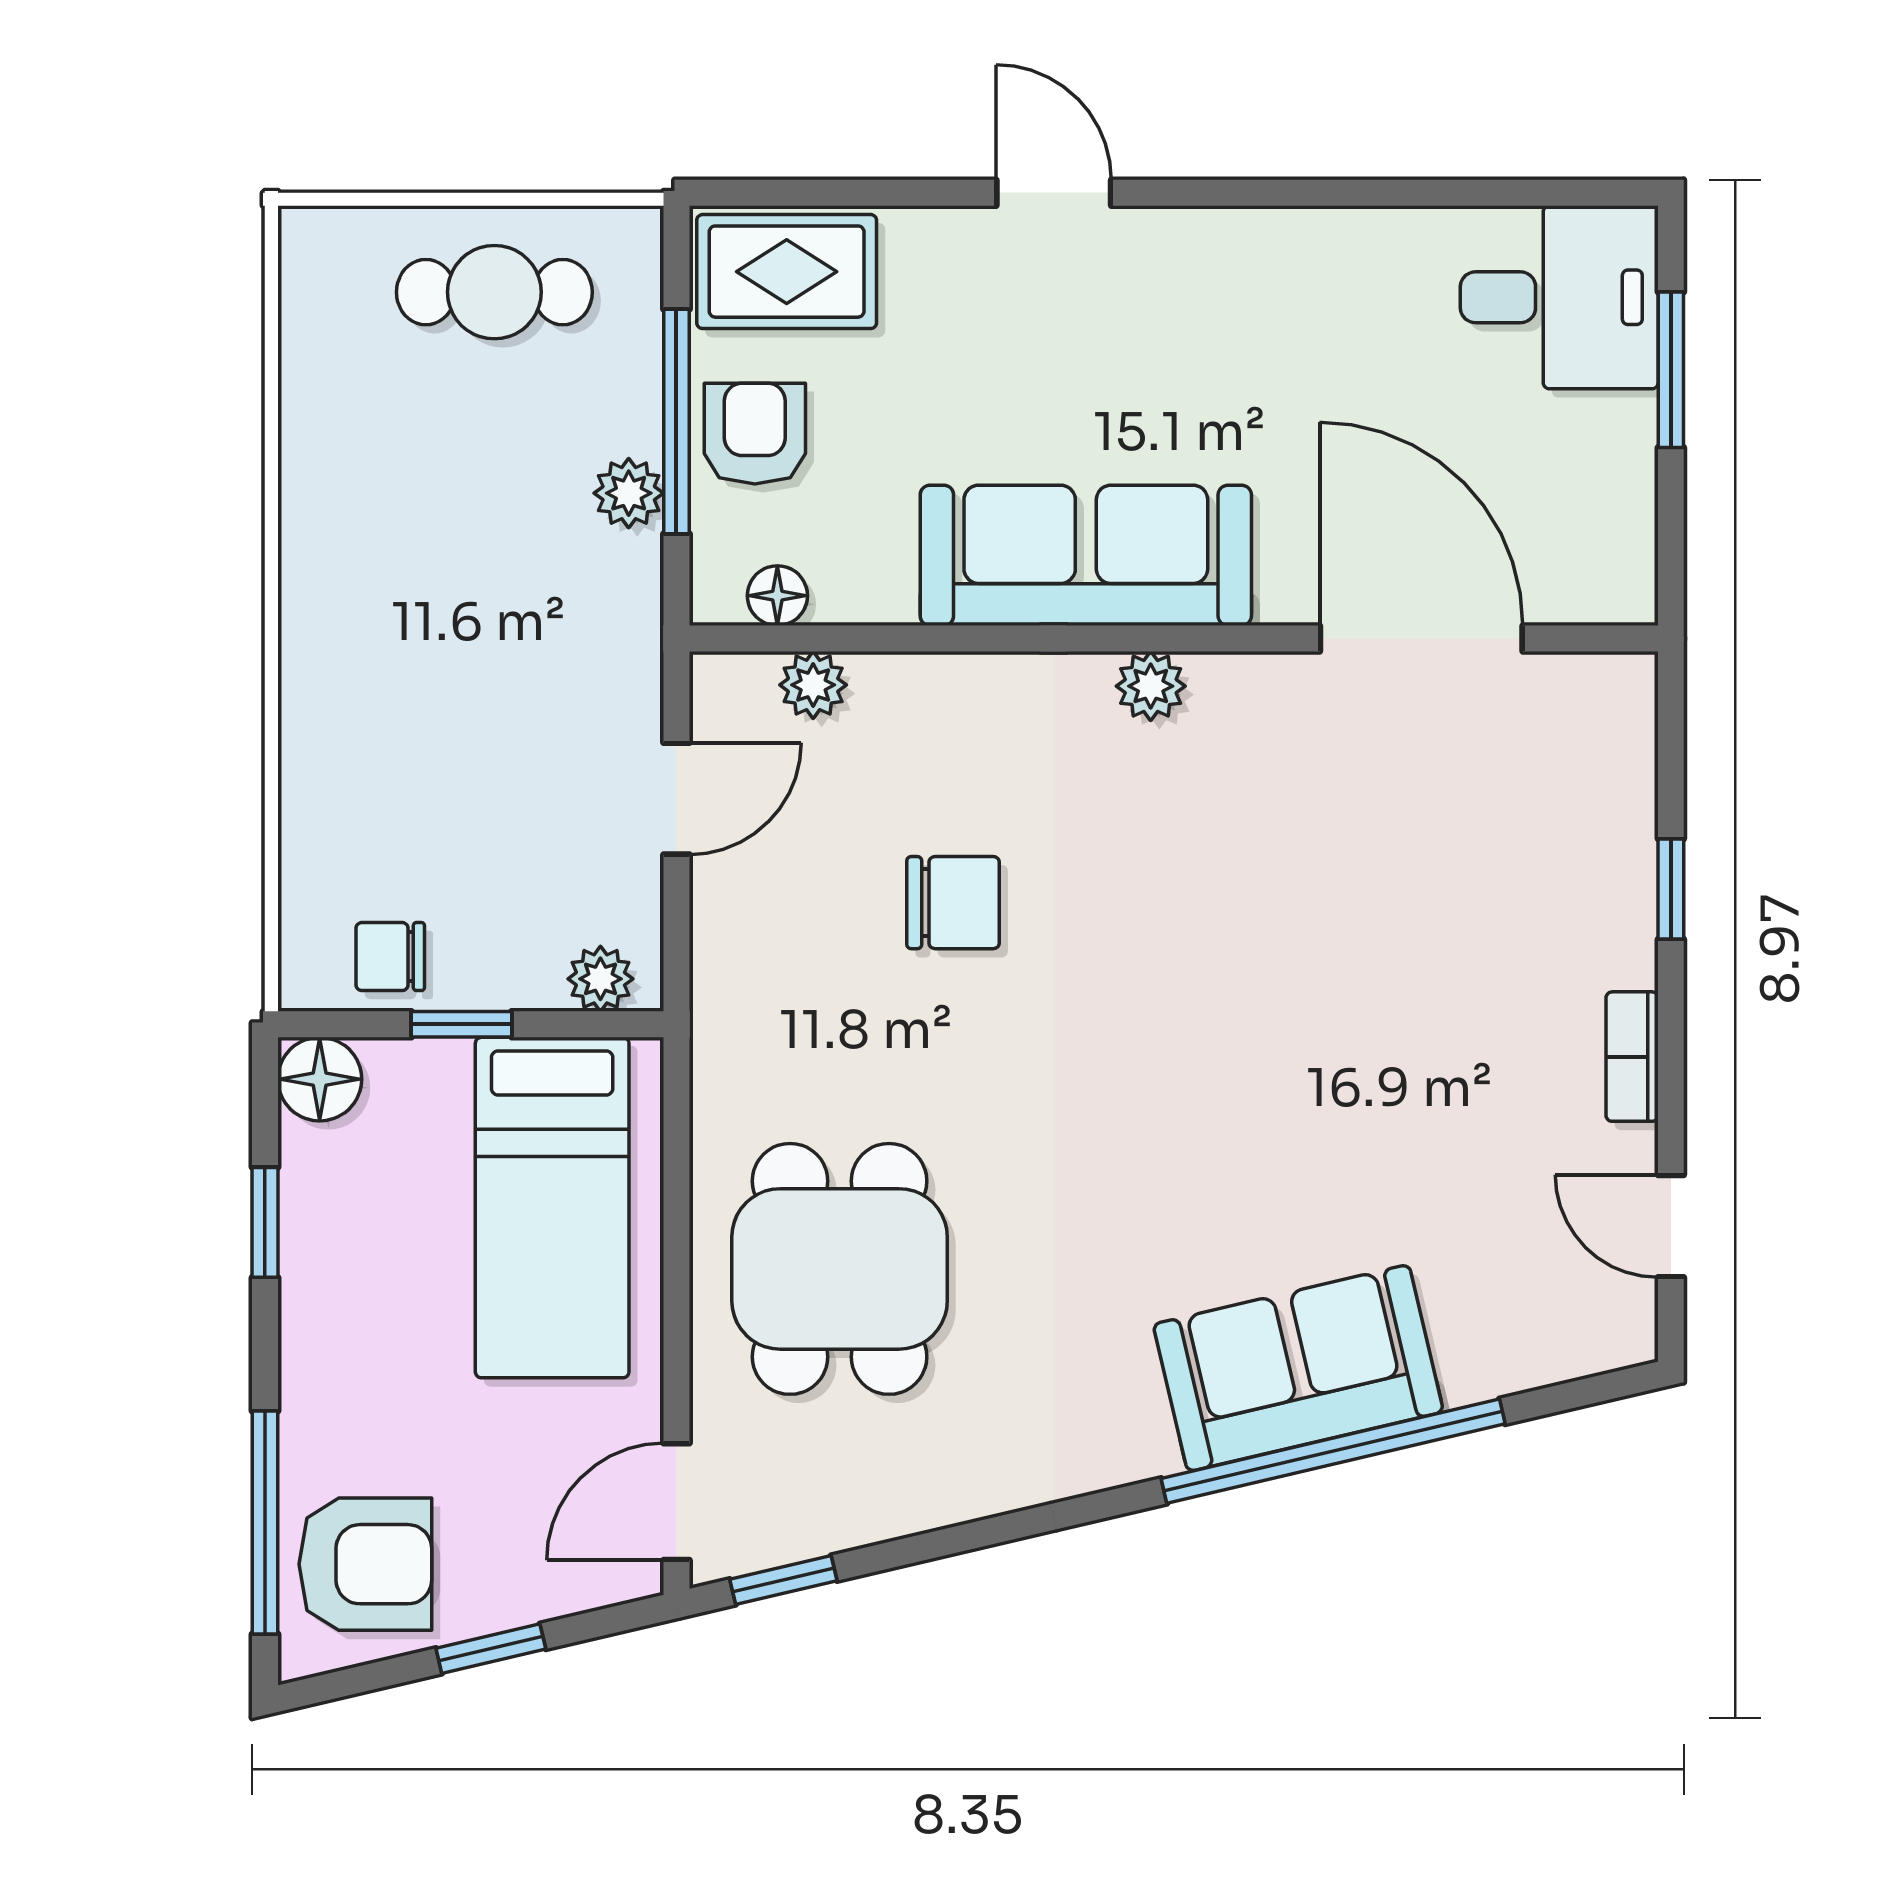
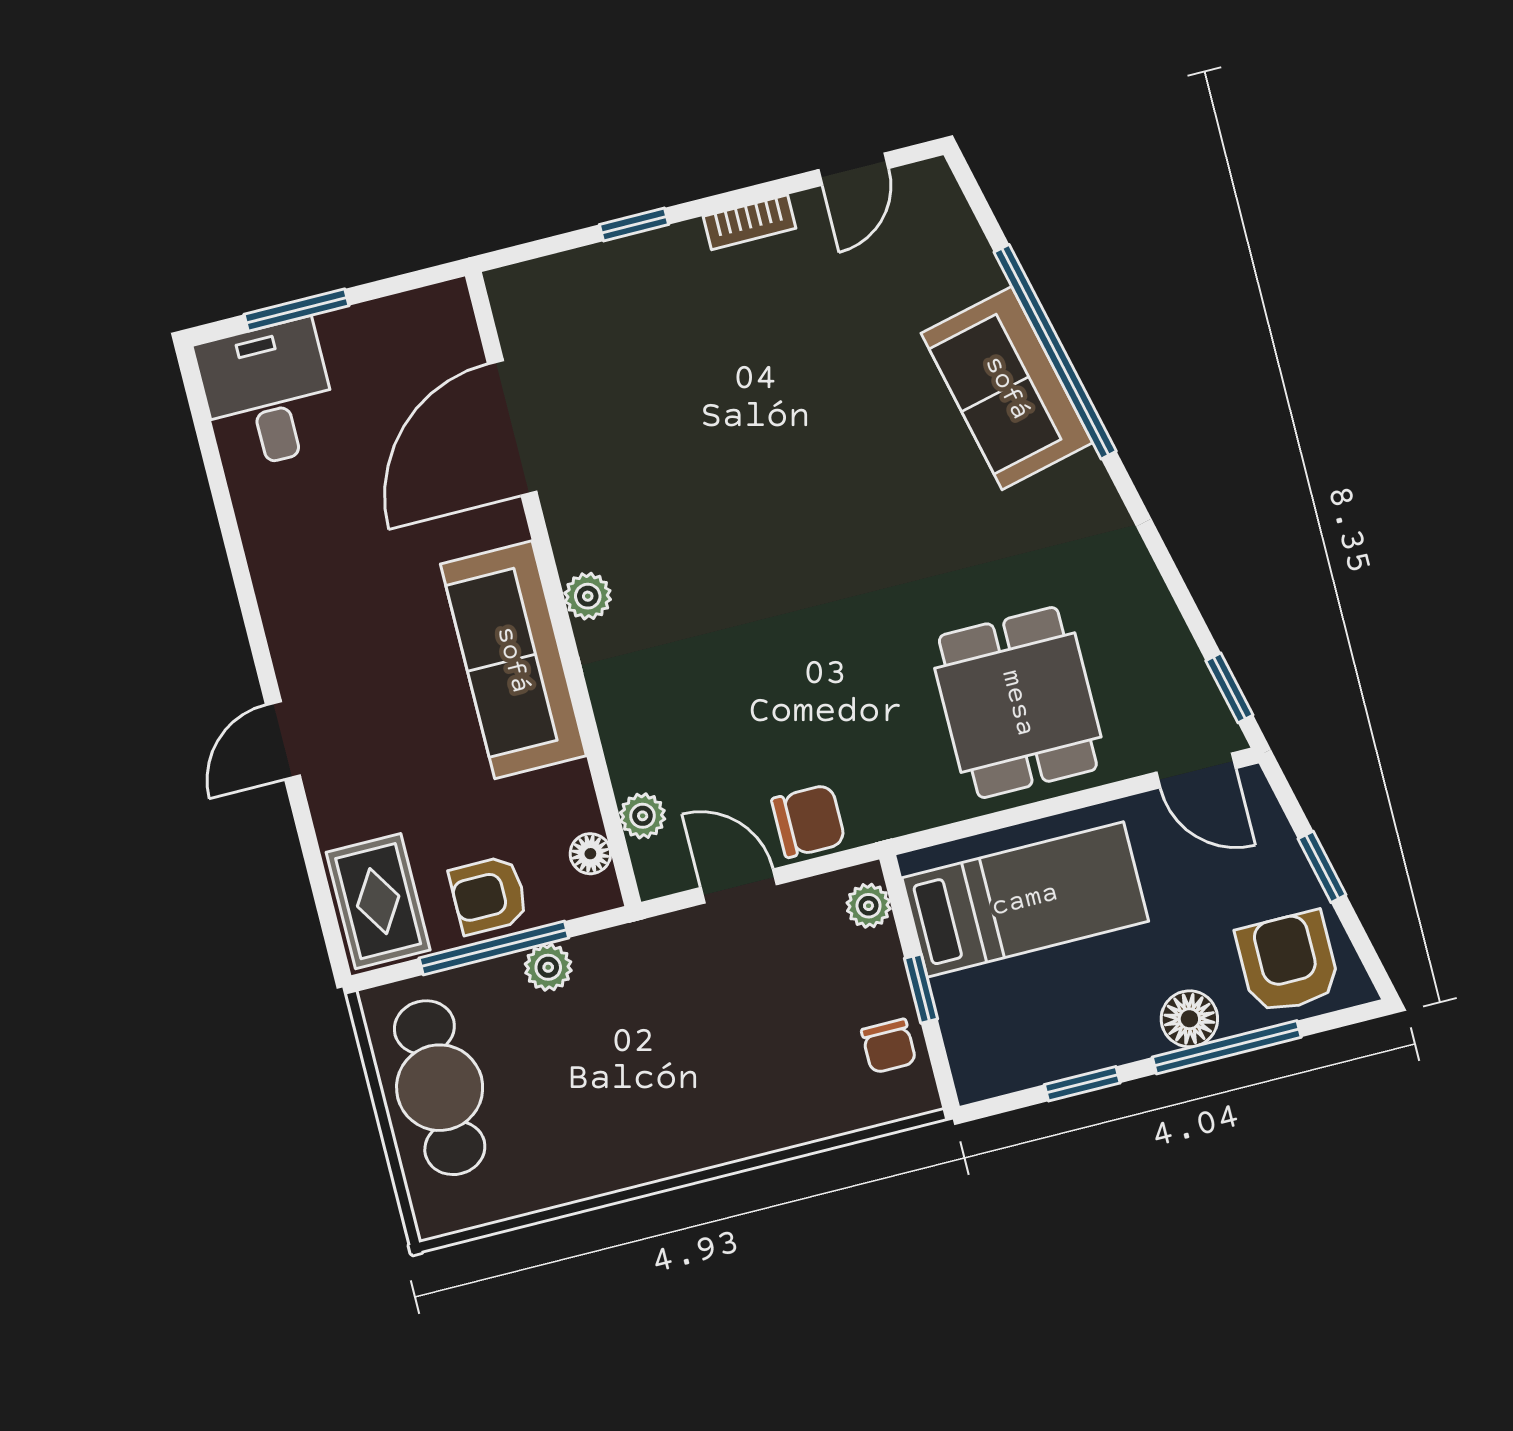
cafe table: (494, 292) -> (440, 1088), width x1.37, depth x1.35
chair: (953, 903) -> (808, 821), moved, turned 90
floor lamp: (320, 1079) -> (1189, 1019), moved
dining table: (840, 1269) -> (1018, 703), turned 90
window: (265, 1522) -> (1227, 1047), moved

